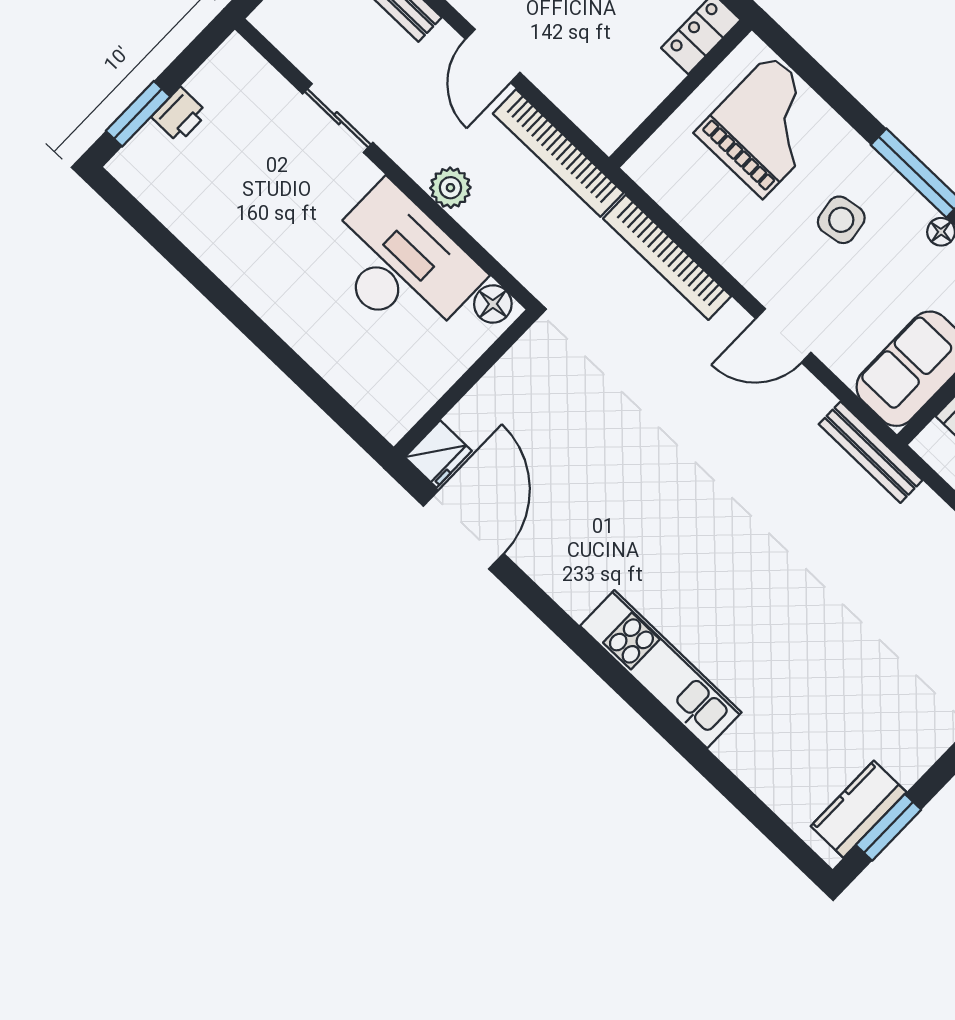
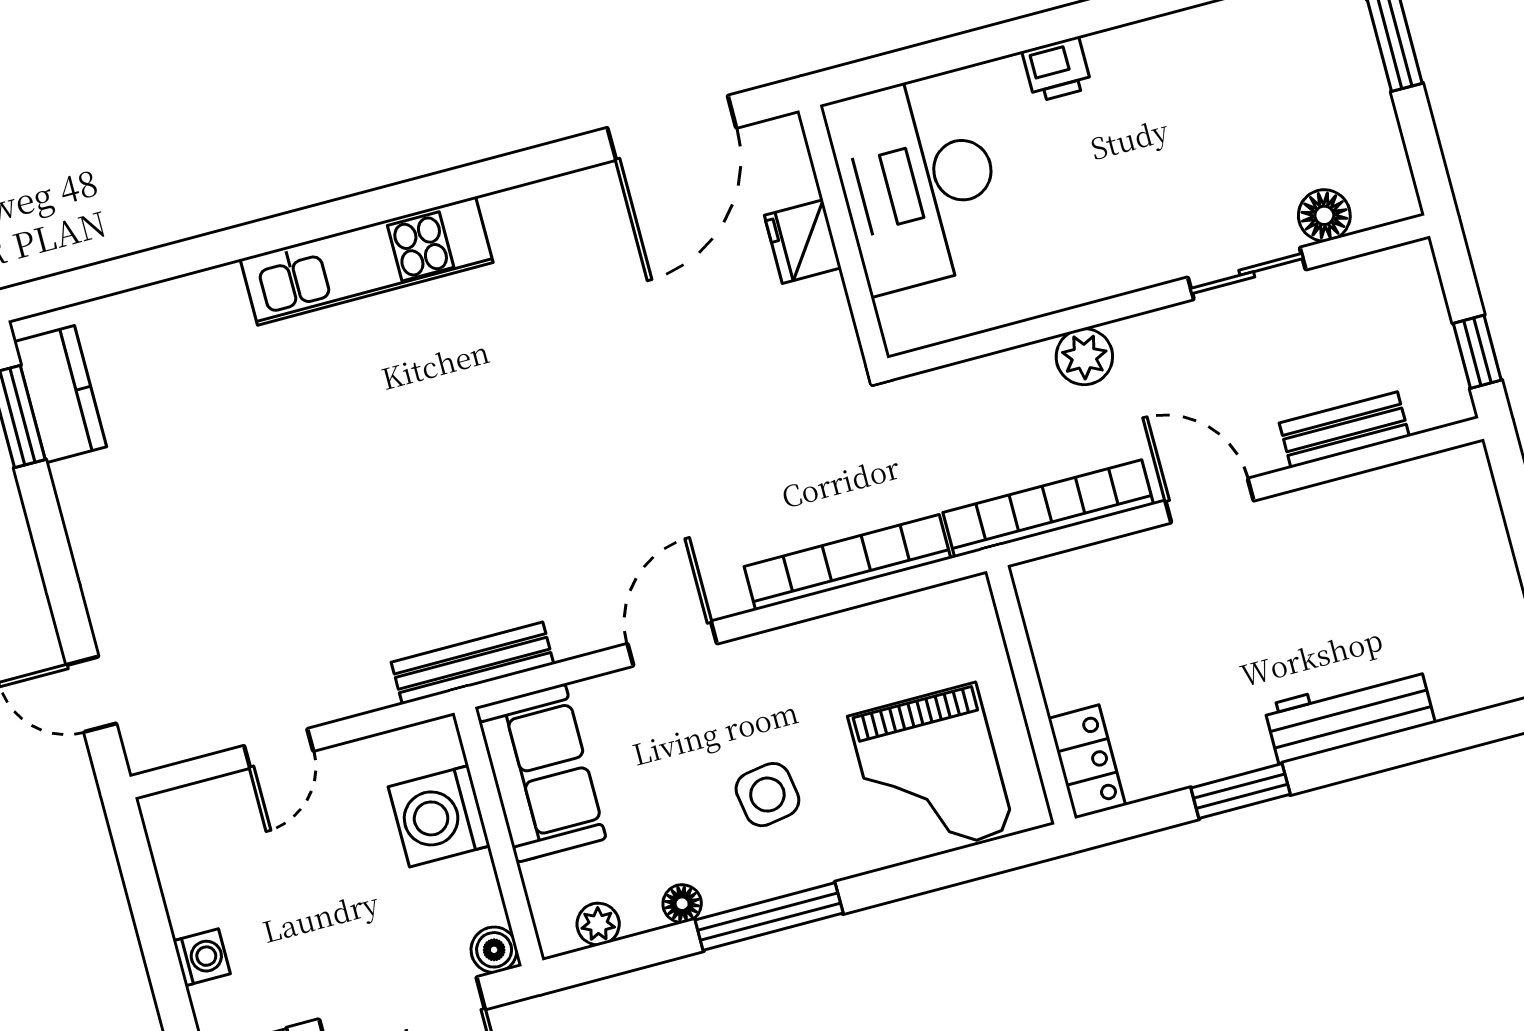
printer: (180, 115) -> (1057, 69), moved, turned -90
desk: (400, 264) -> (918, 182), moved, turned 90
floor lamp: (493, 304) -> (1324, 215), moved
fridge: (438, 454) -> (803, 242), moved
door: (463, 530) -> (672, 128), hinge flipped

